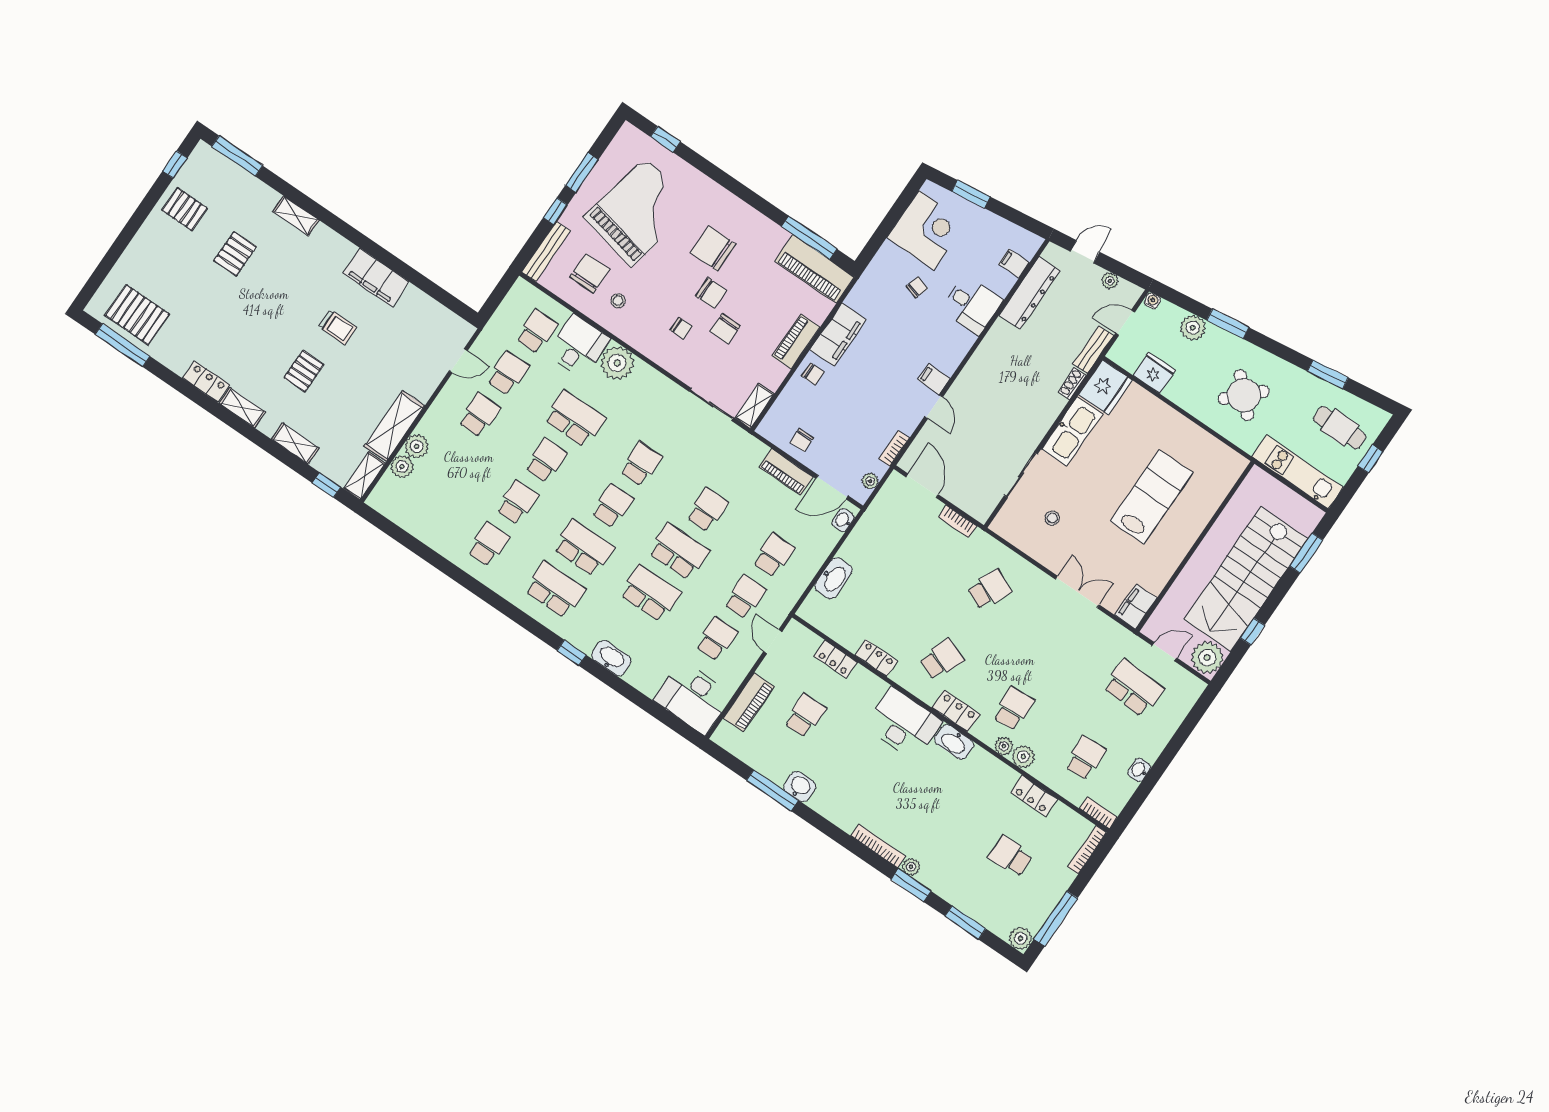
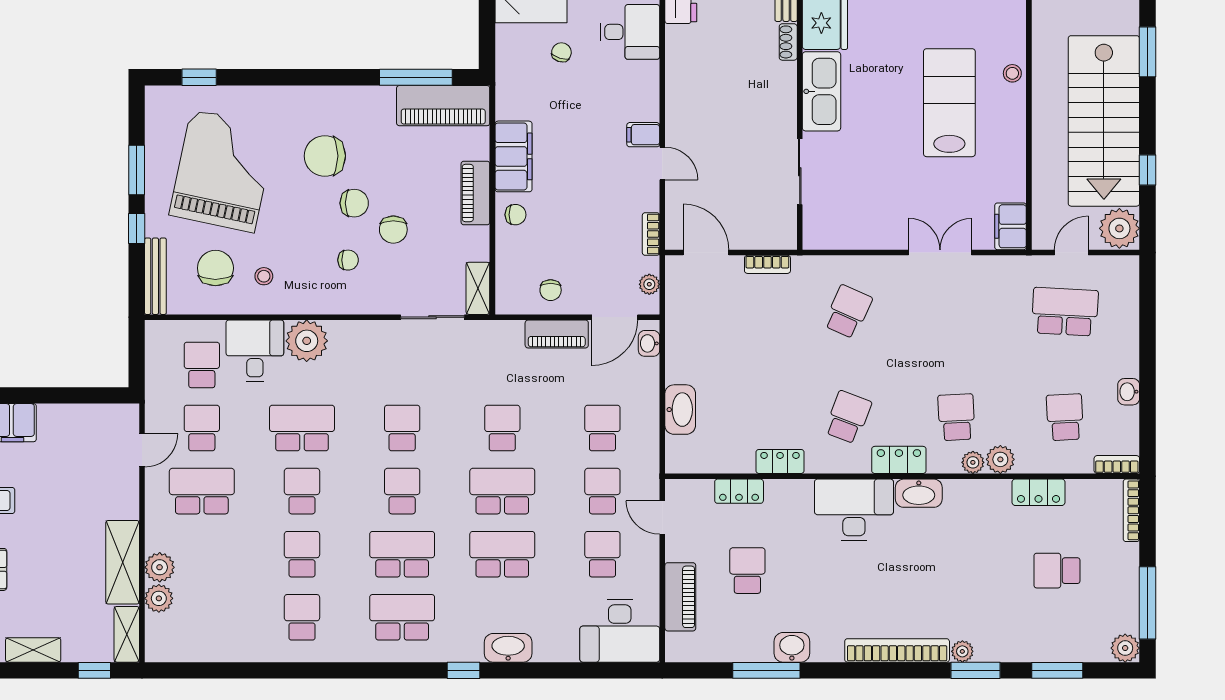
school desk: (479, 415) -> (202, 491), width x1.85
stool: (1052, 518) -> (1012, 73), moved
bookcase: (878, 846) -> (897, 650), width x1.48, depth x1.31

